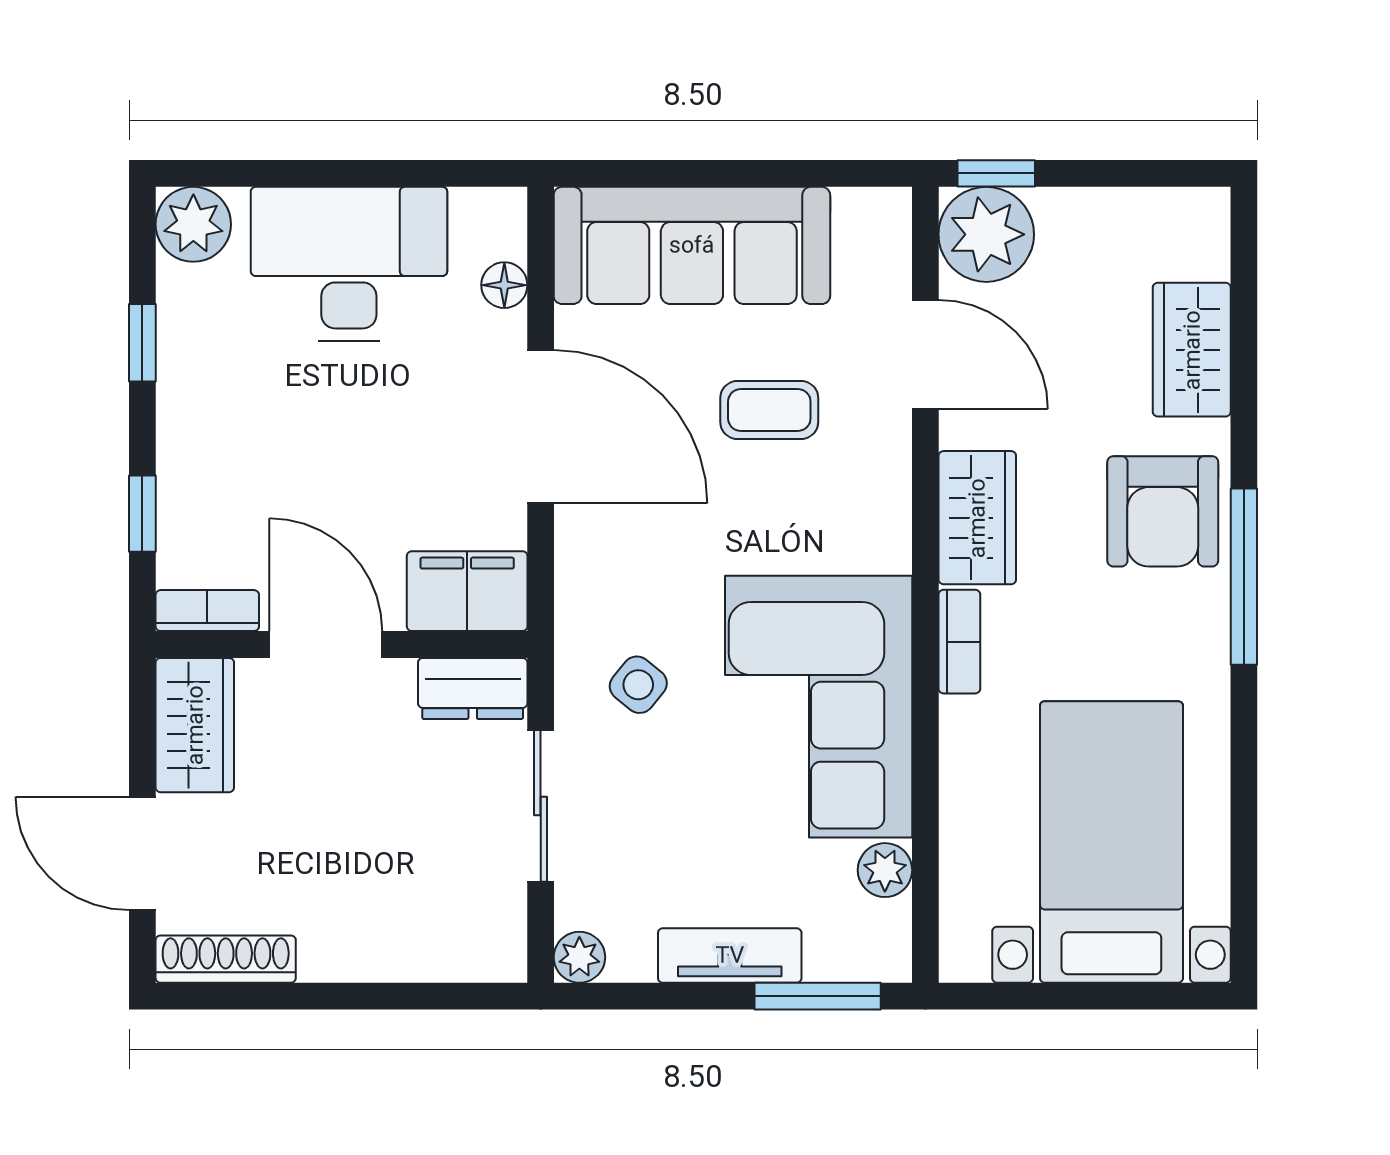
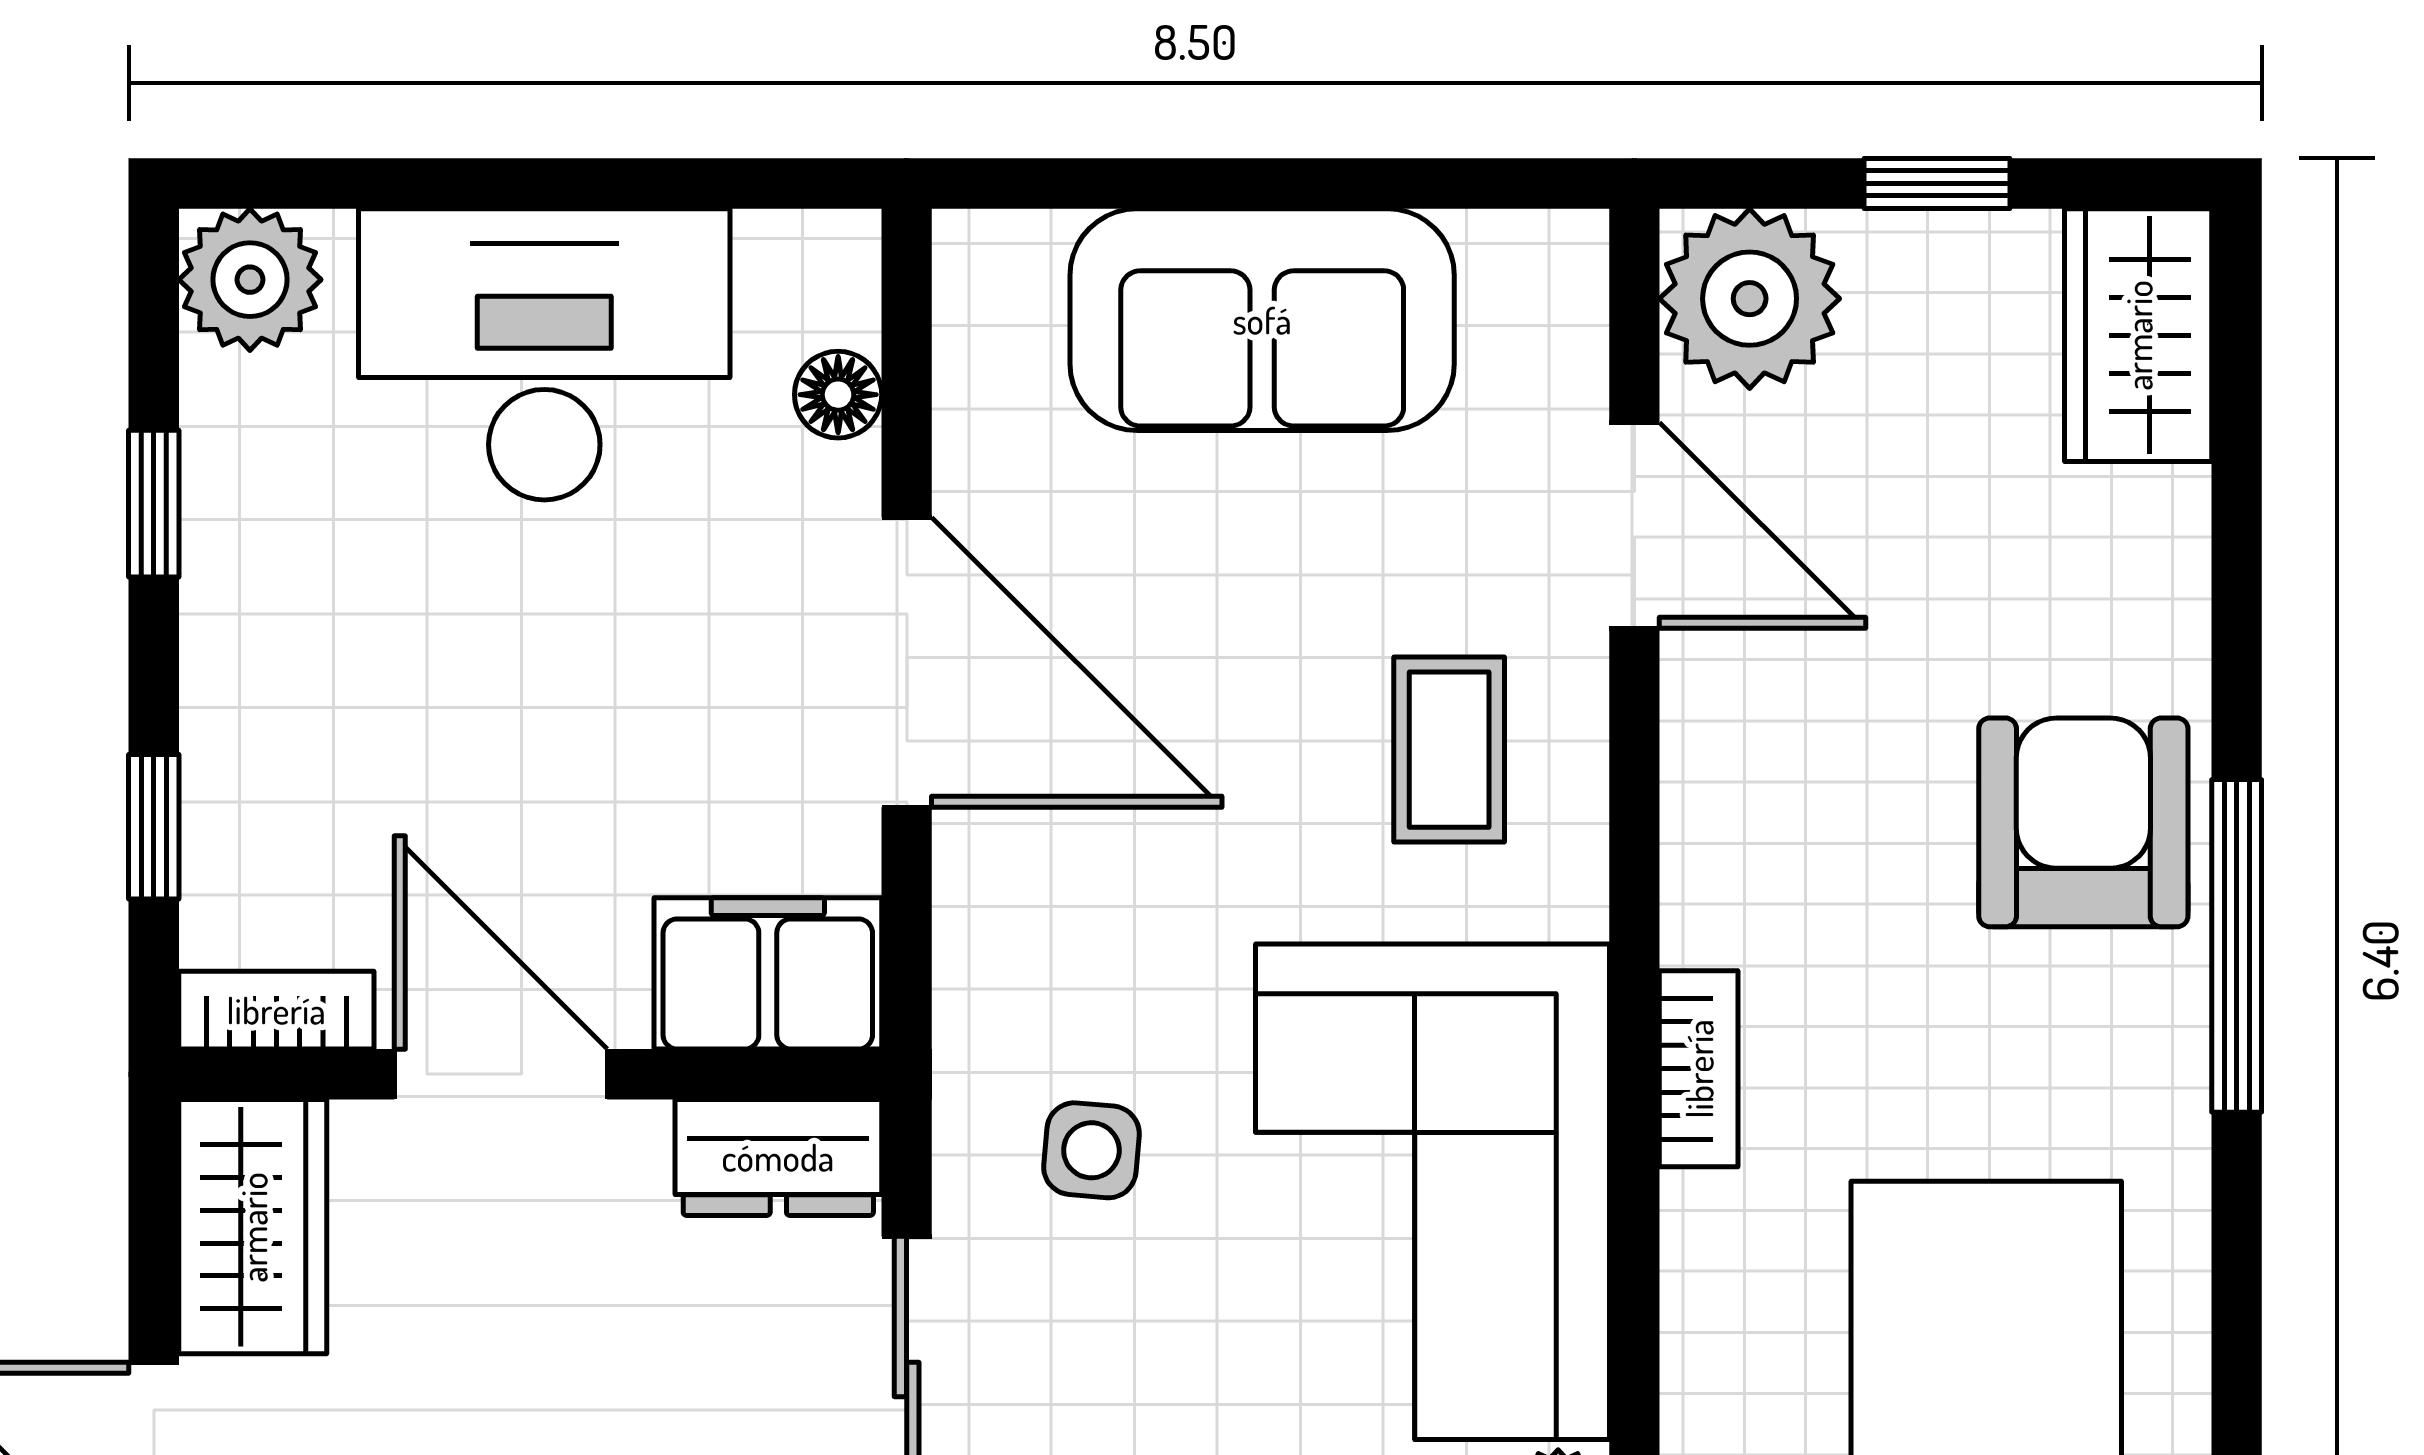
window: (996, 173) -> (1937, 183), moved
sofa: (692, 245) -> (1262, 320), width x0.73
wardrobe: (1192, 350) -> (2138, 335), moved
coffee table: (769, 410) -> (1449, 750), moved, turned 90
armchair: (1163, 511) -> (2083, 822), turned 180
wardrobe: (977, 518) -> (1733, 834), removed
side table: (638, 685) -> (1091, 1150), turned -34

